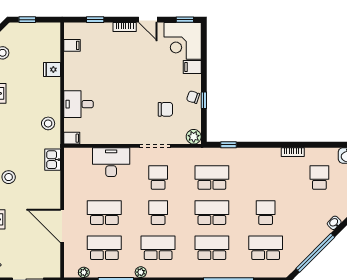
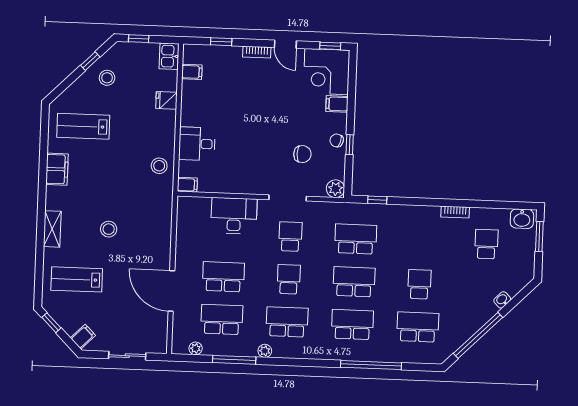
kitchen sink: (53, 160) -> (169, 56), moved

